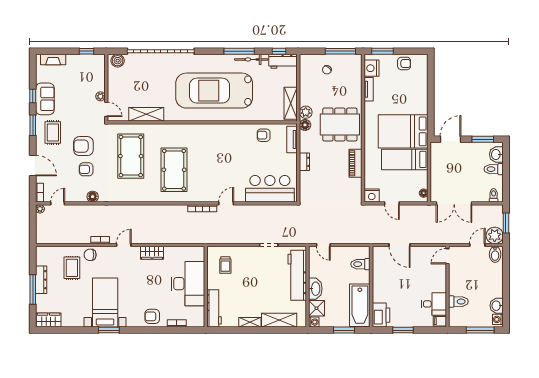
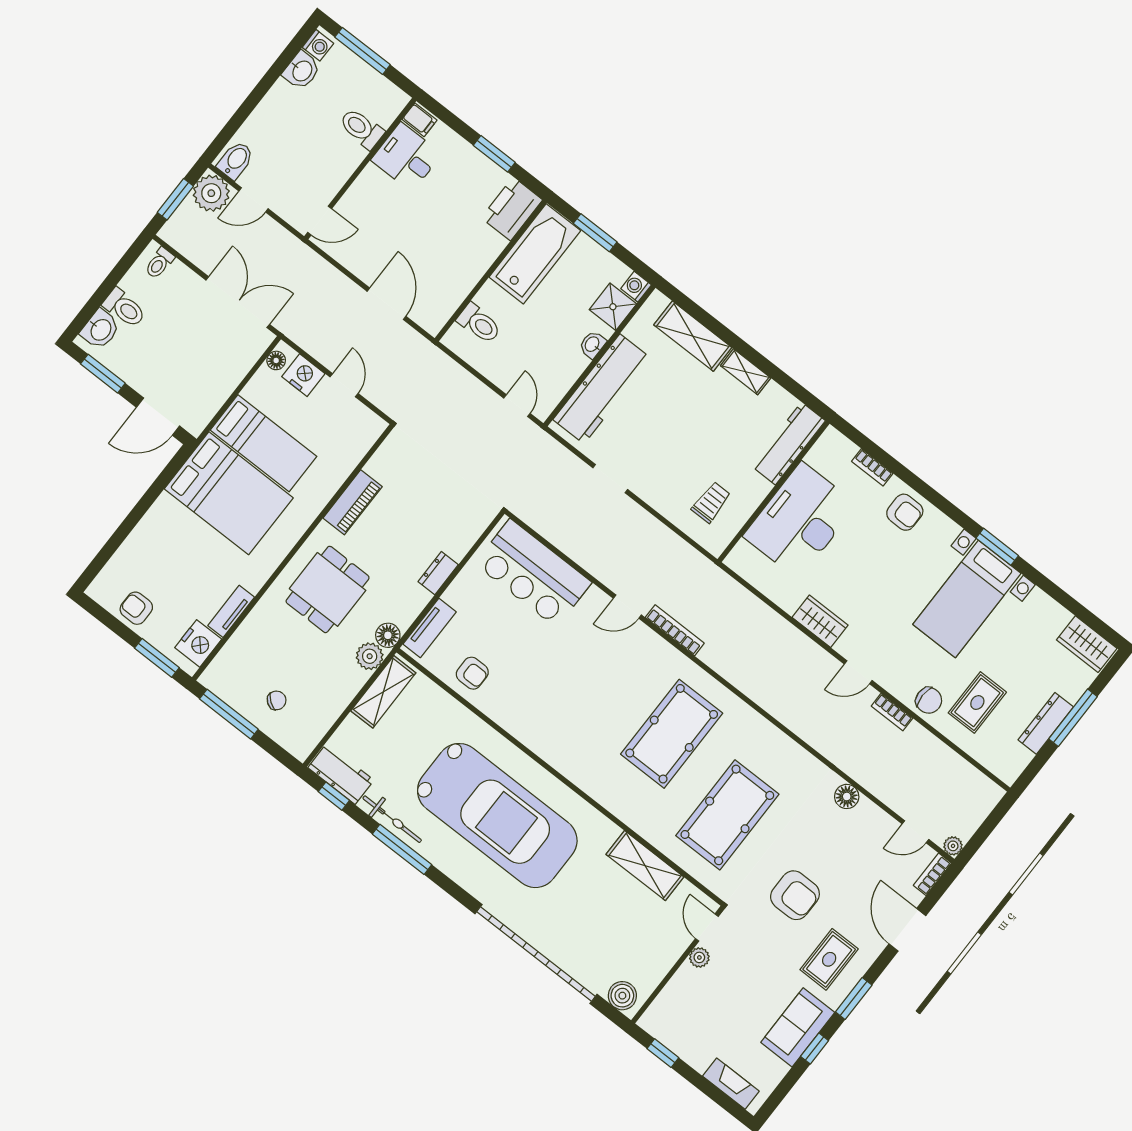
dining table: (340, 125) -> (328, 589), width x0.73
armchair: (86, 169) -> (821, 852), removed
nightstand: (372, 195) -> (303, 375), moved
washbasin: (315, 289) -> (592, 344), width x0.52, depth x0.69

